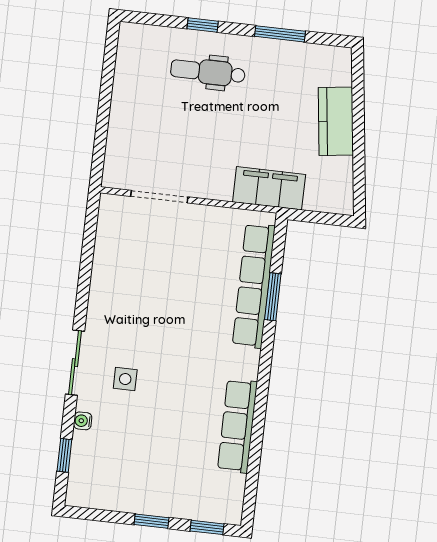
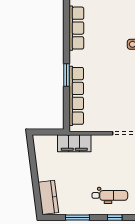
kitchen counter: (336, 121) -> (48, 197), moved
window: (273, 297) -> (67, 75), moved

